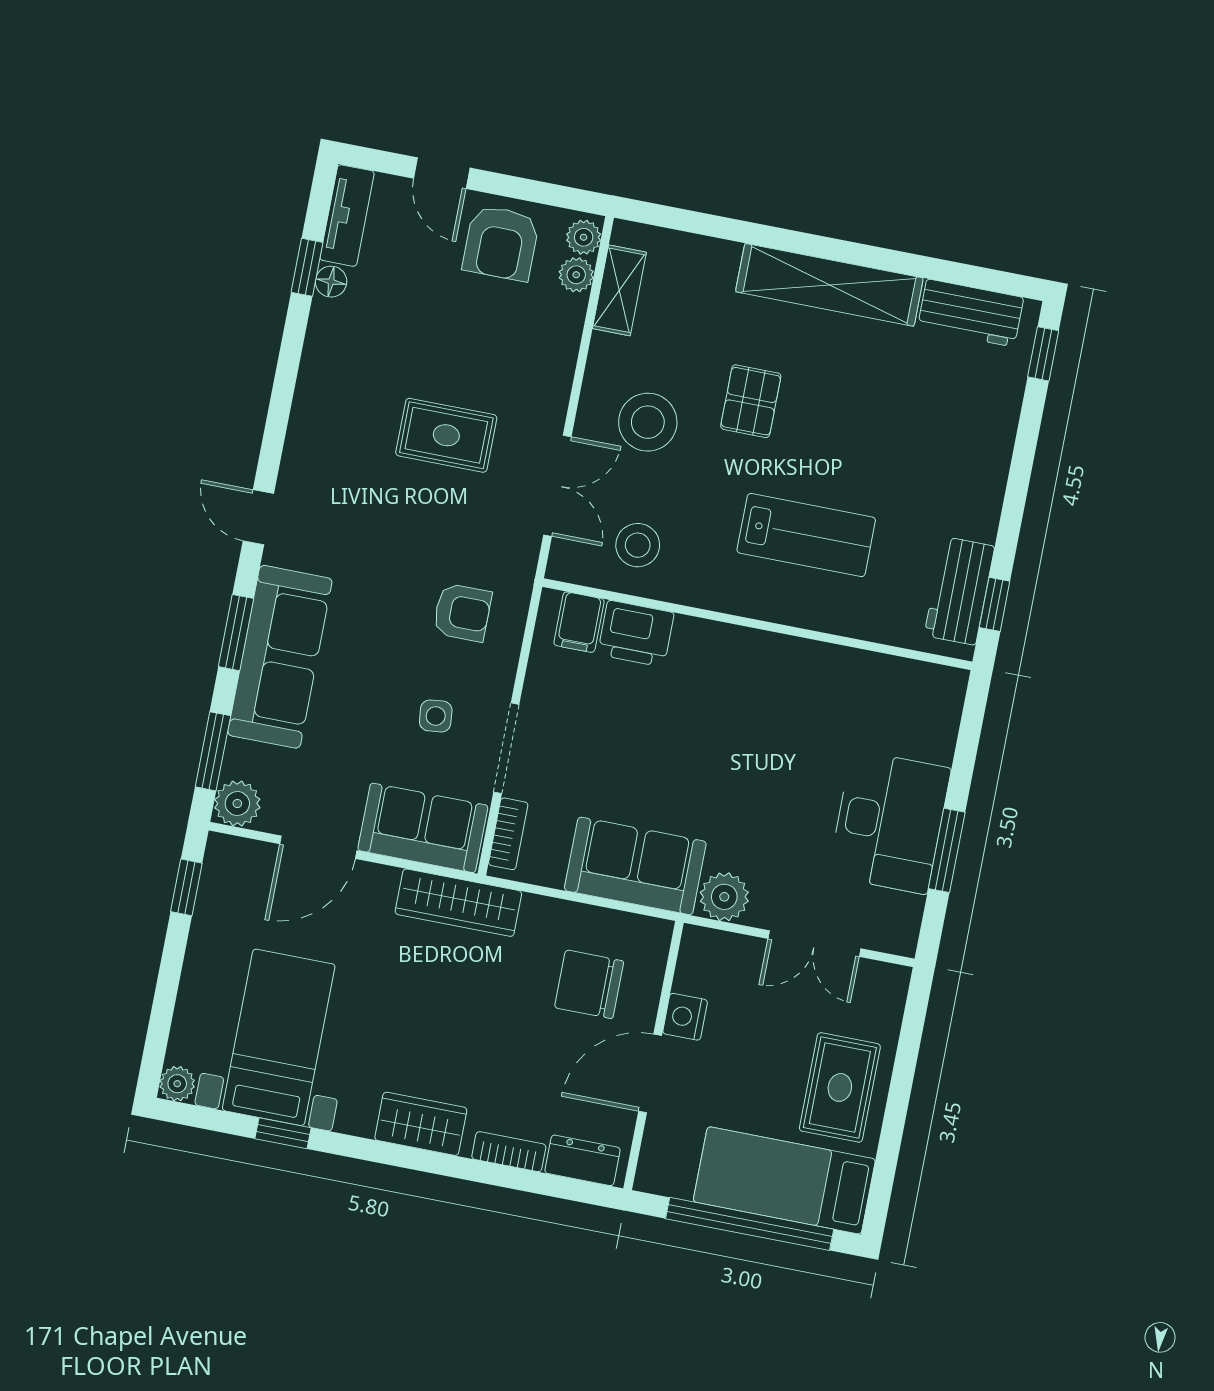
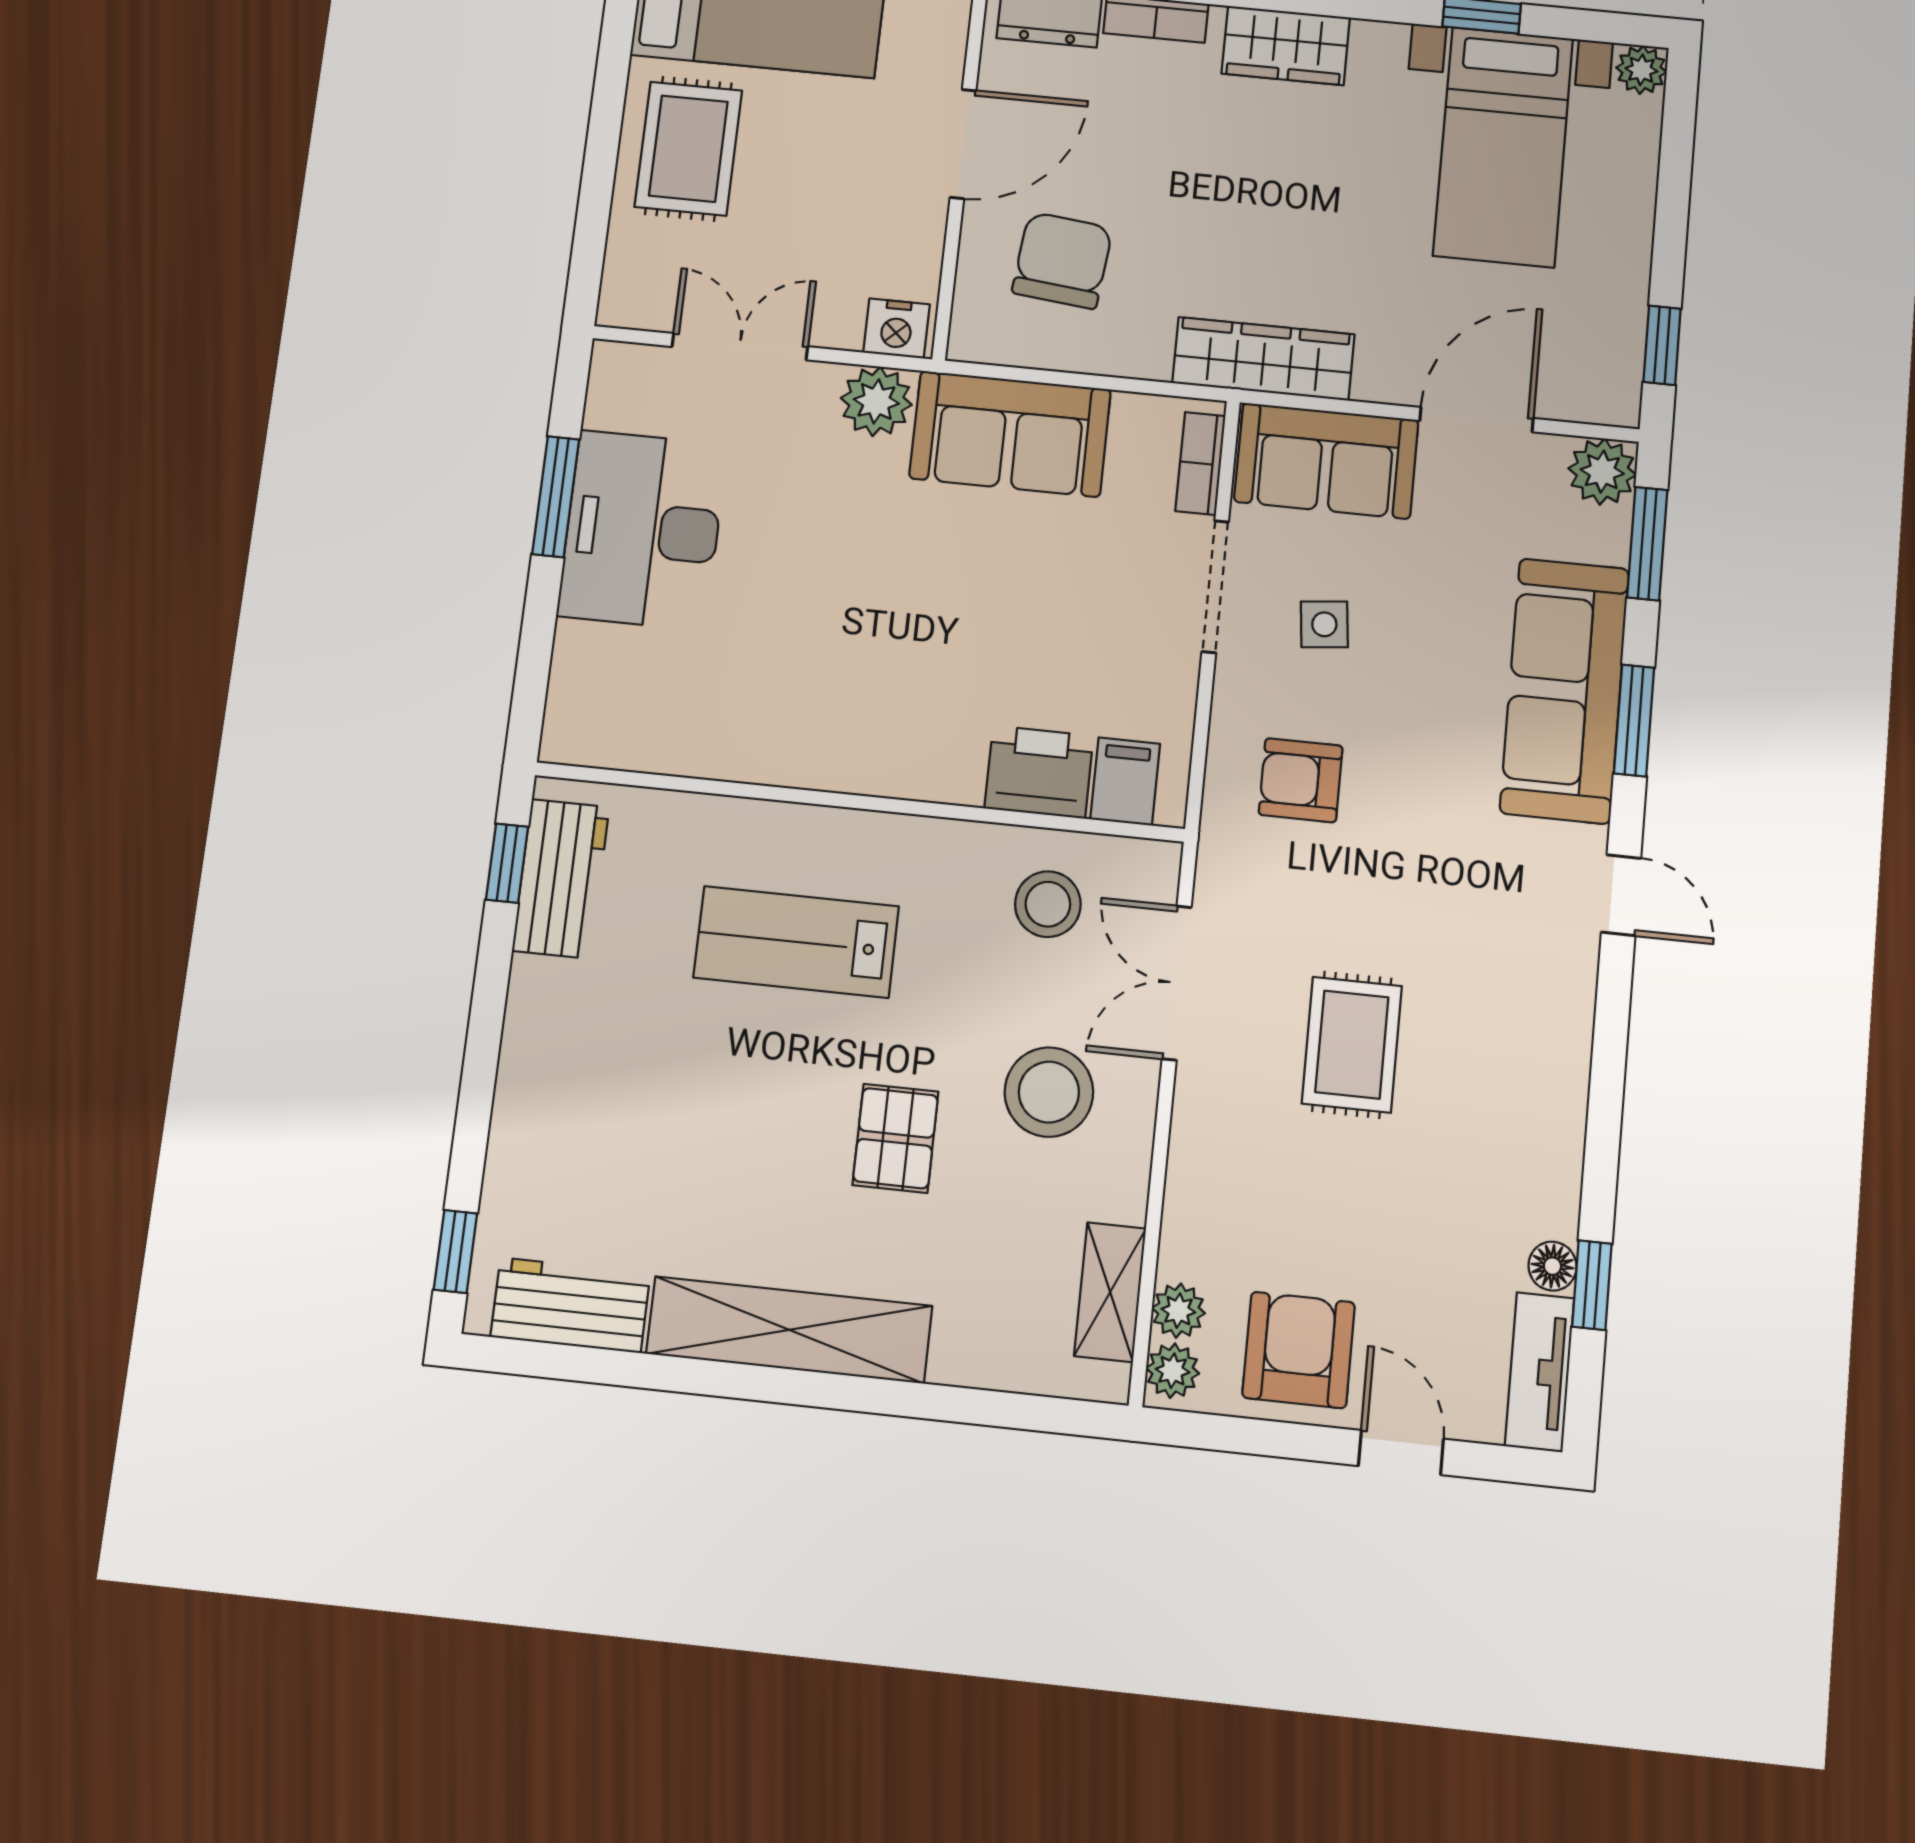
rug: (446, 435) -> (1352, 1045), turned 90
chair: (589, 984) -> (1062, 260), turned -84
nightstand: (685, 1017) -> (896, 328), moved, turned 90

